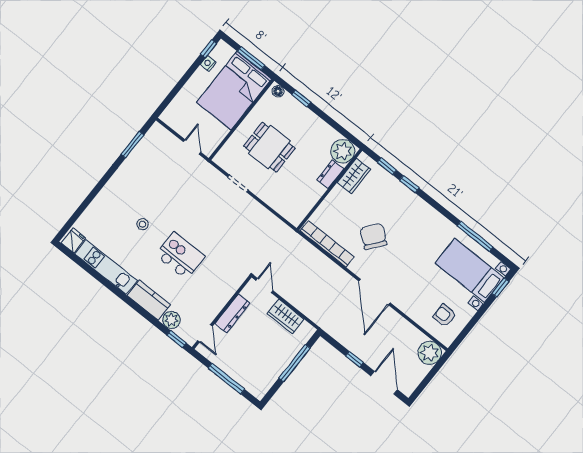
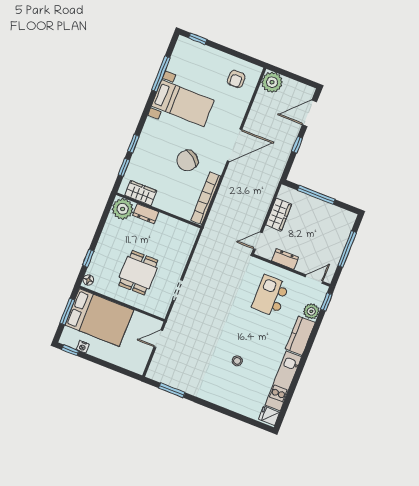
kitchen island: (180, 256) -> (270, 296), moved
bed with nightstands: (470, 270) -> (183, 103), moved, turned -90
dresser: (232, 313) -> (285, 259), width x0.70

